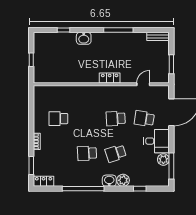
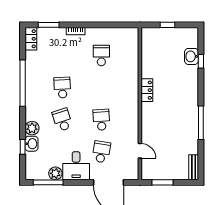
washbasin: (84, 38) -> (192, 56), moved
locker: (110, 78) -> (147, 90), moved
washbasin: (109, 181) -> (32, 144), moved

